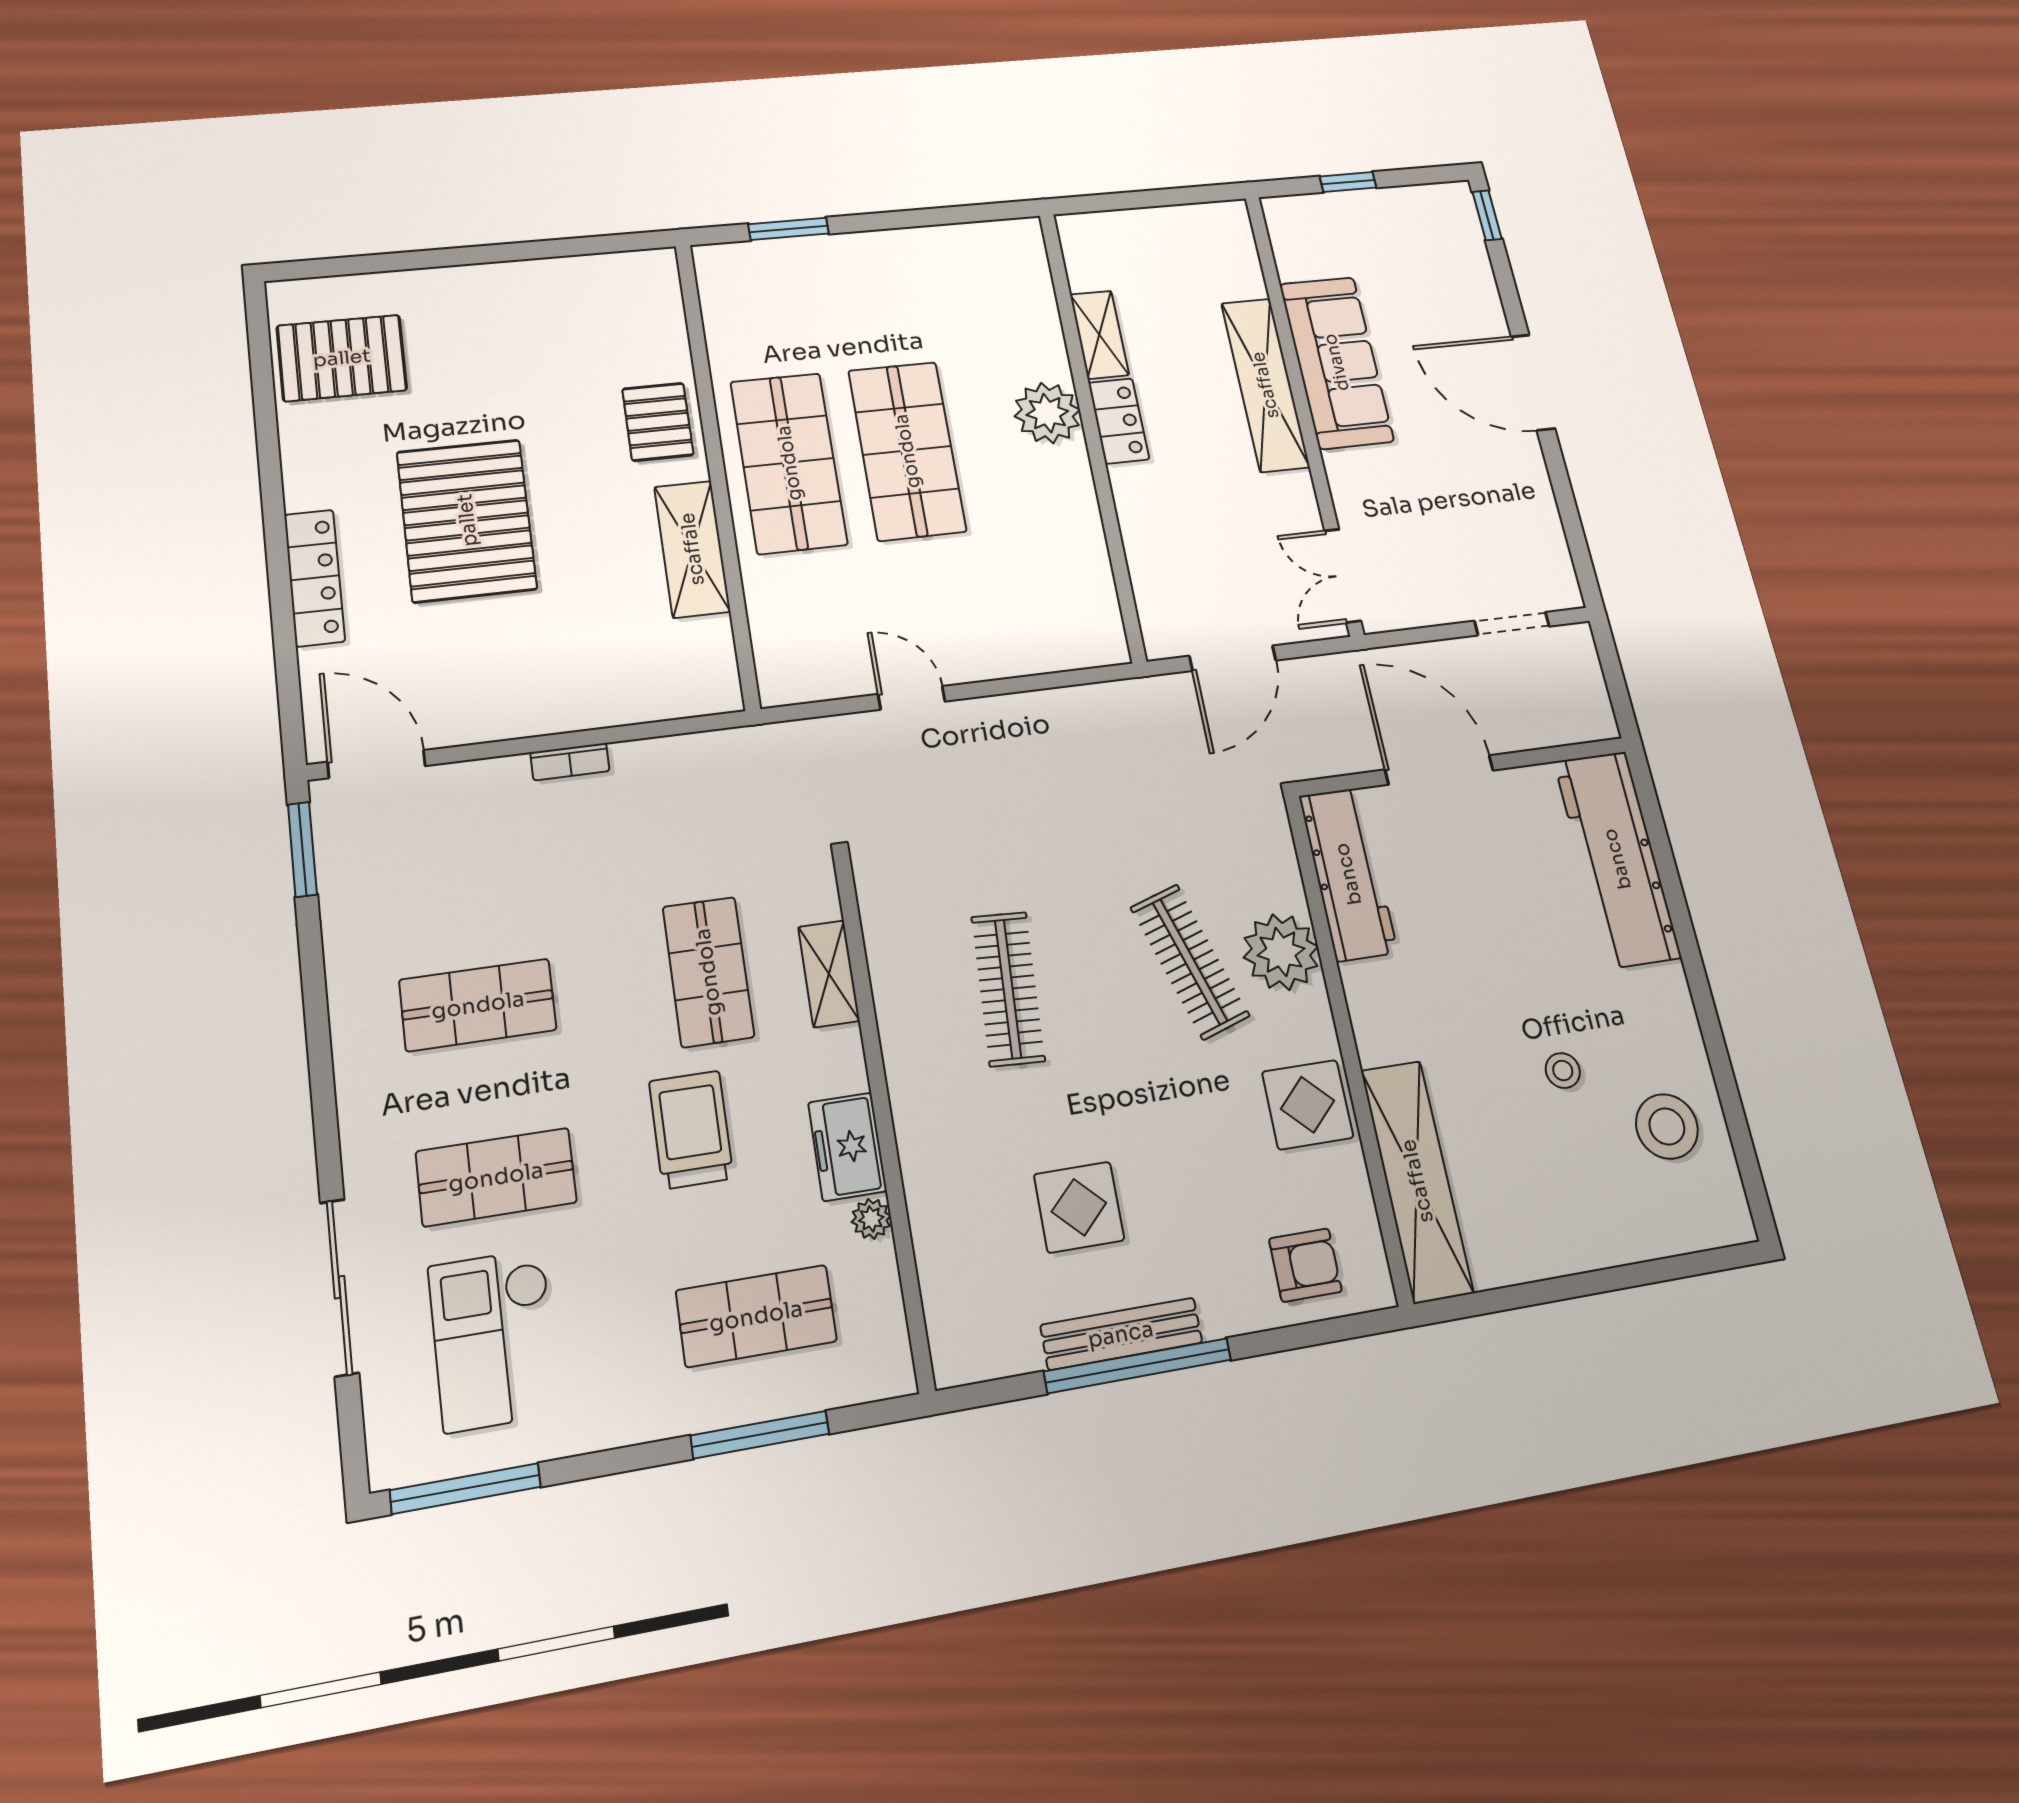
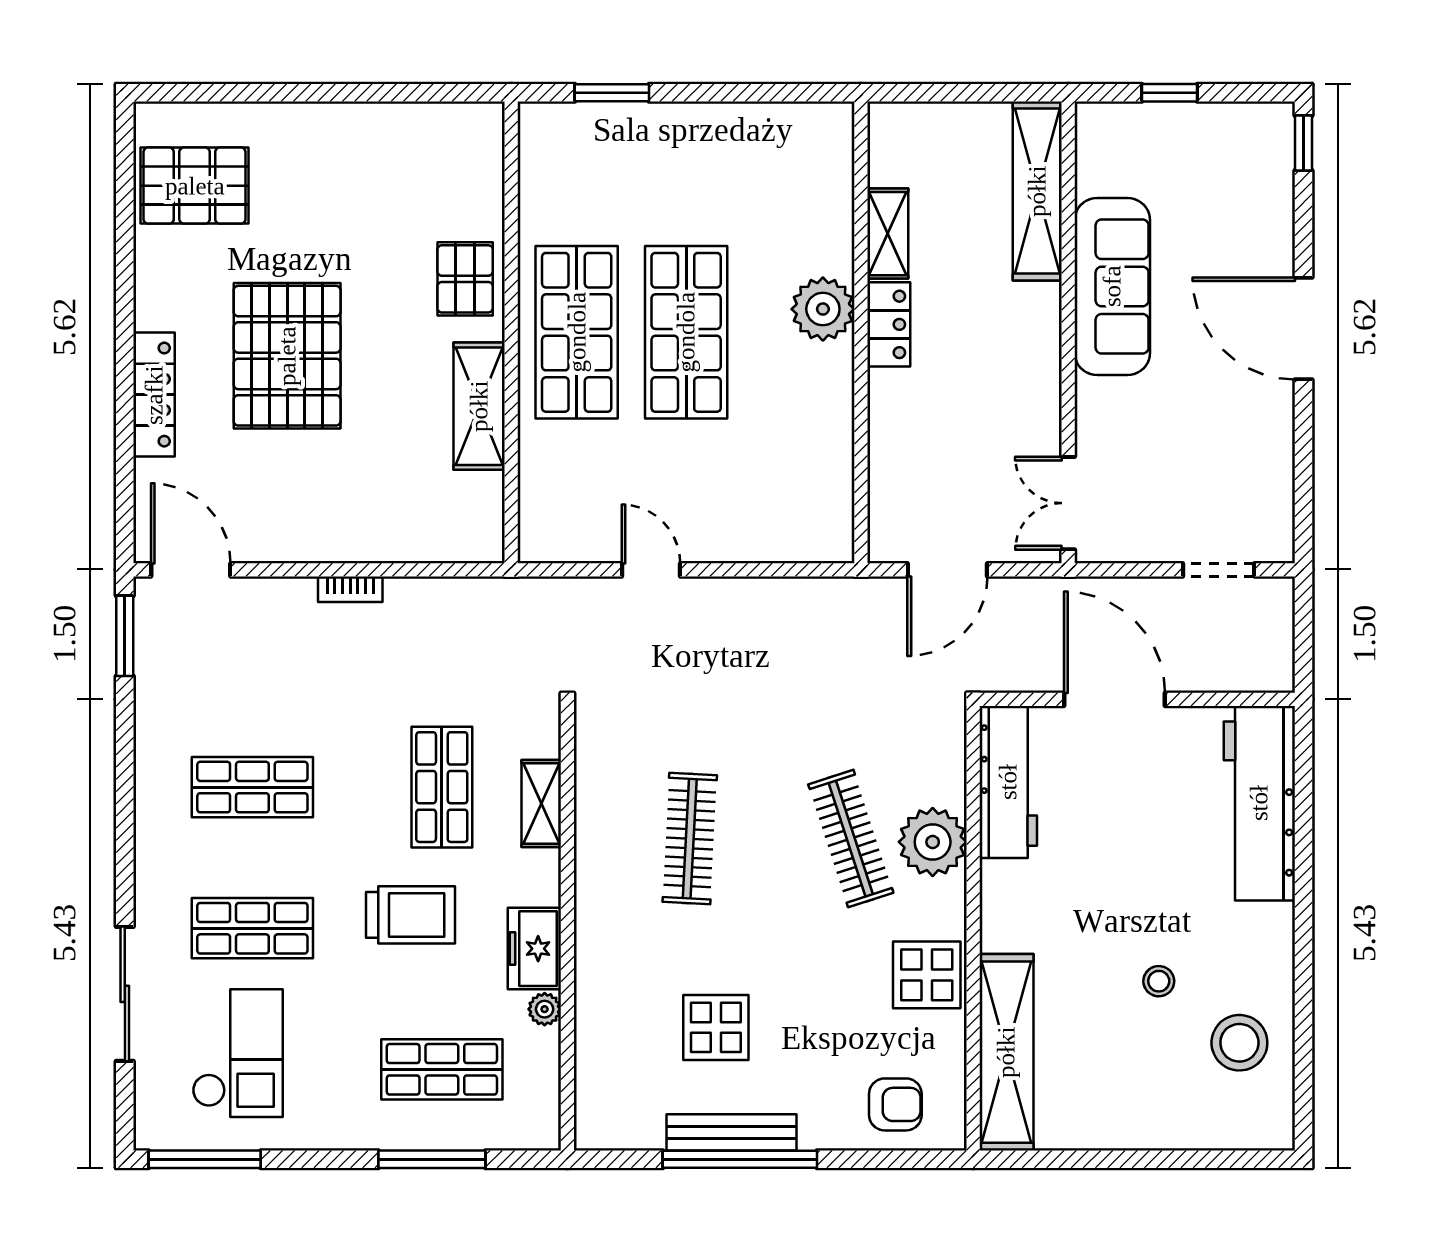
shelving: (1265, 385) -> (1037, 191), moved
trolley: (691, 1130) -> (410, 915), turned 90
checkout: (494, 1340) -> (238, 1053), turned 180

